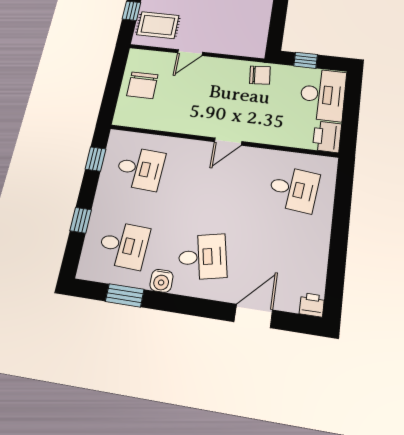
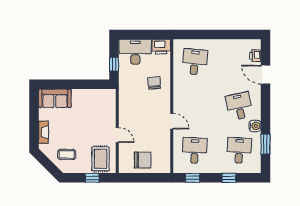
chair: (260, 75) -> (154, 83), moved
door: (228, 142) -> (172, 121), moved
printer: (312, 305) -> (255, 56), moved

